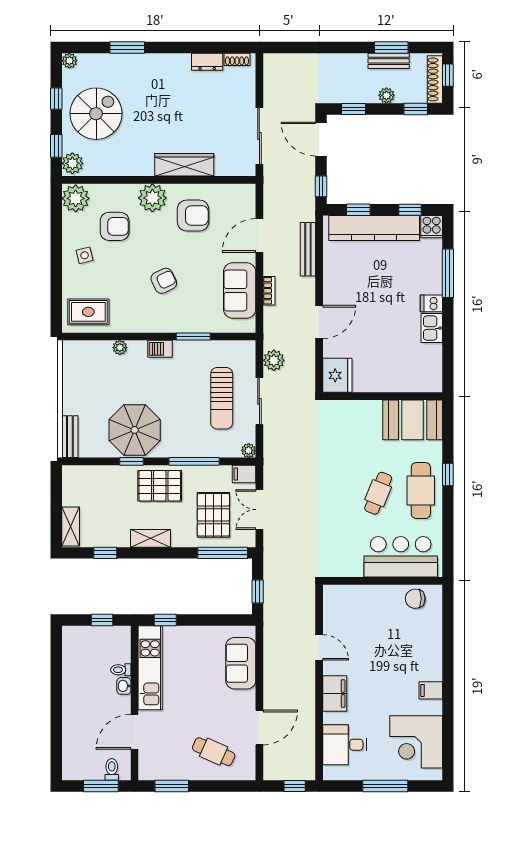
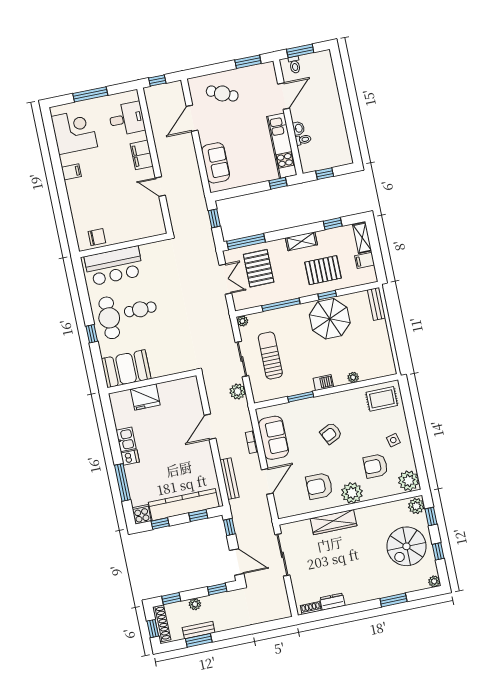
fridge: (337, 375) -> (145, 397), moved, turned -90
filing cabinet: (244, 474) -> (365, 260), moved, turned 180
pallet: (160, 486) -> (323, 270), moved
cafe table: (378, 493) -> (140, 309), turned 68

